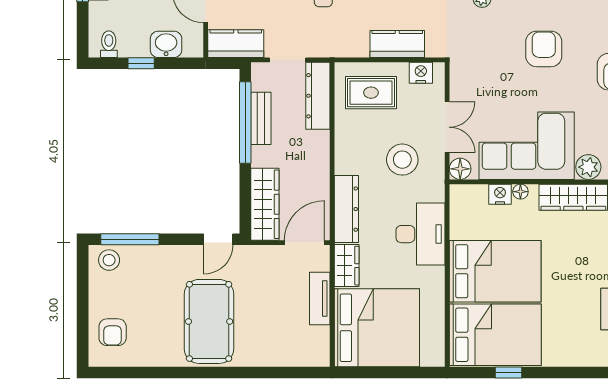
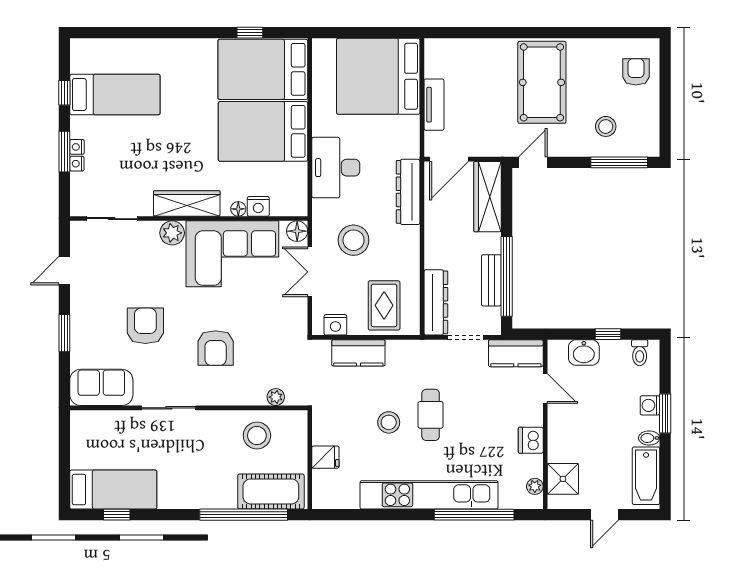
rug: (371, 93) -> (384, 305), turned 90
stool: (109, 260) -> (606, 126), moved
wardrobe: (347, 266) -> (408, 137), removed

